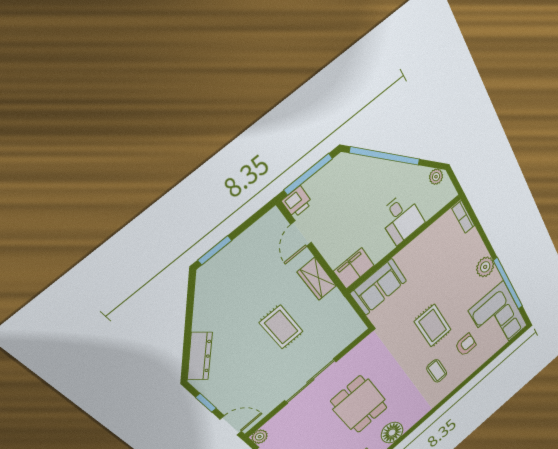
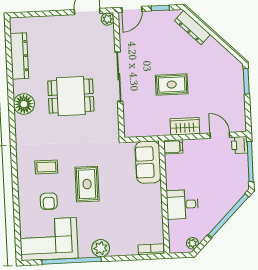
filing cabinet: (354, 268) -> (173, 147), width x0.50
rug: (433, 326) -> (87, 184), turned 90

